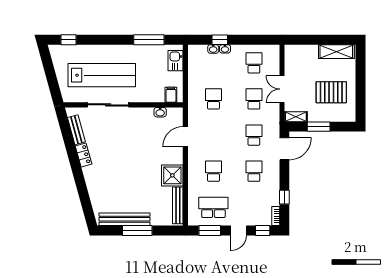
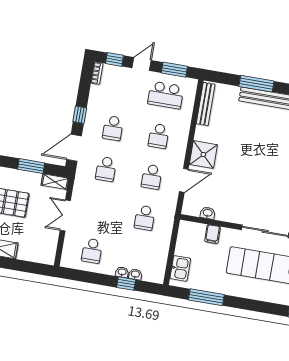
double door: (282, 89) -> (65, 216), swing flipped
filing cabinet: (171, 95) -> (212, 234), moved
school desk: (254, 99) -> (152, 177), moved
shower: (172, 175) -> (203, 155), moved
window: (284, 197) -> (80, 115), moved

